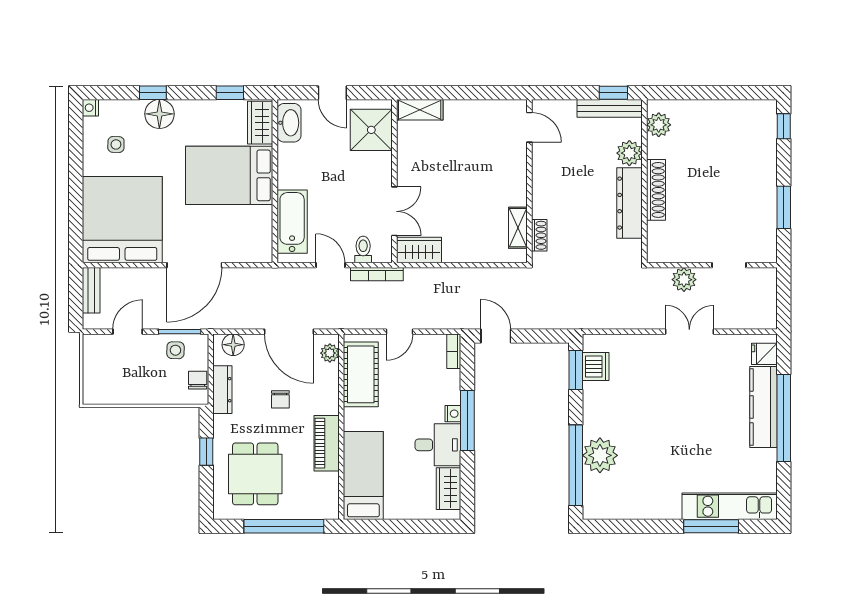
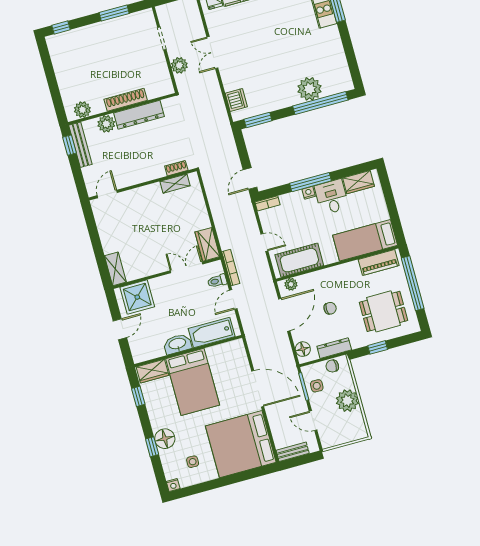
washbasin: (289, 123) -> (177, 344), moved
dishwasher: (596, 367) -> (236, 100), moved, turned 90
plant: (143, 388) -> (347, 401), added
piano: (327, 443) -> (379, 263), moved

